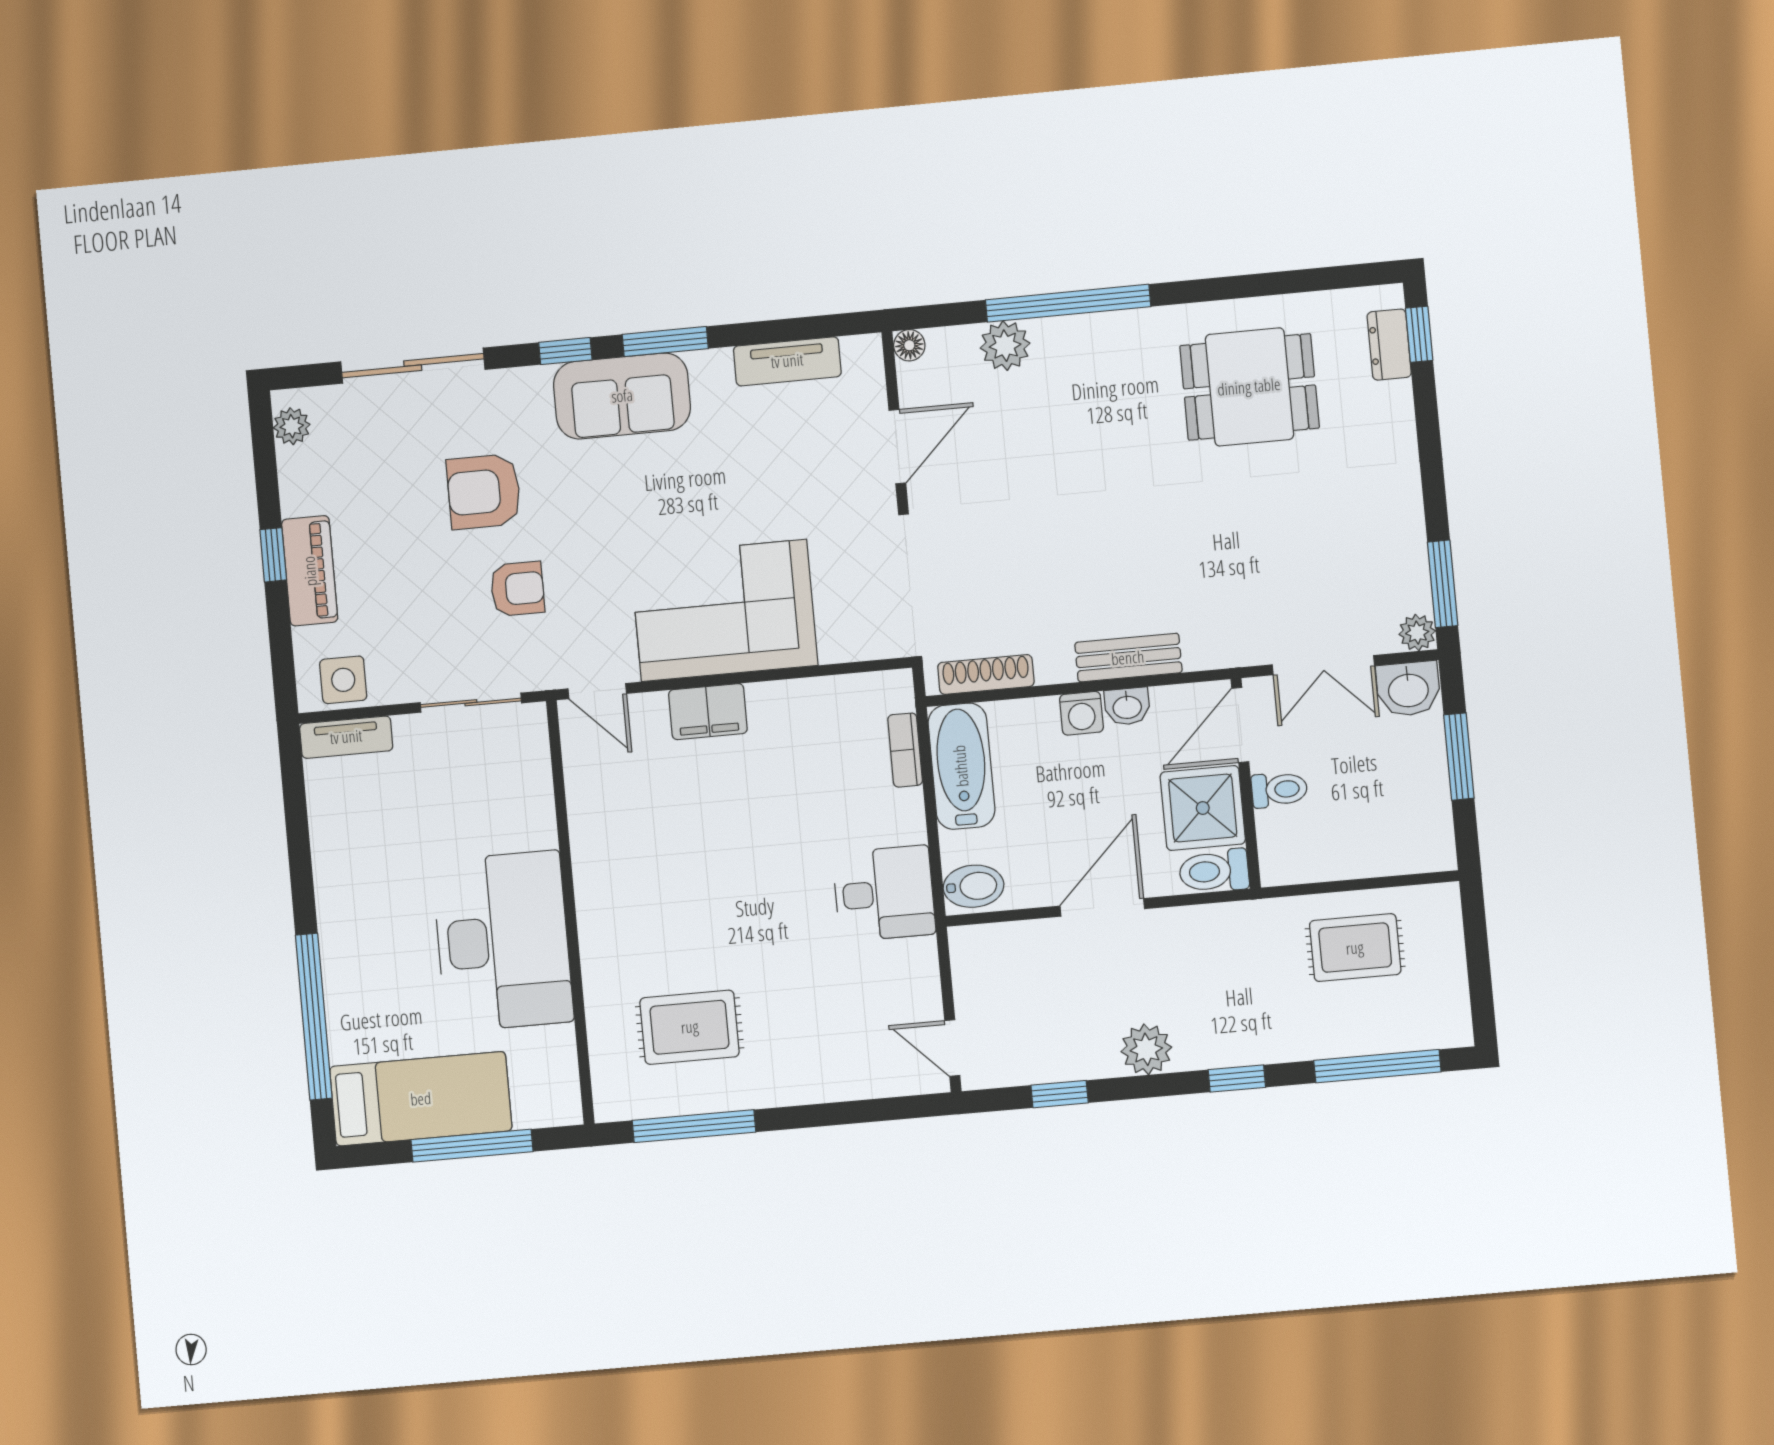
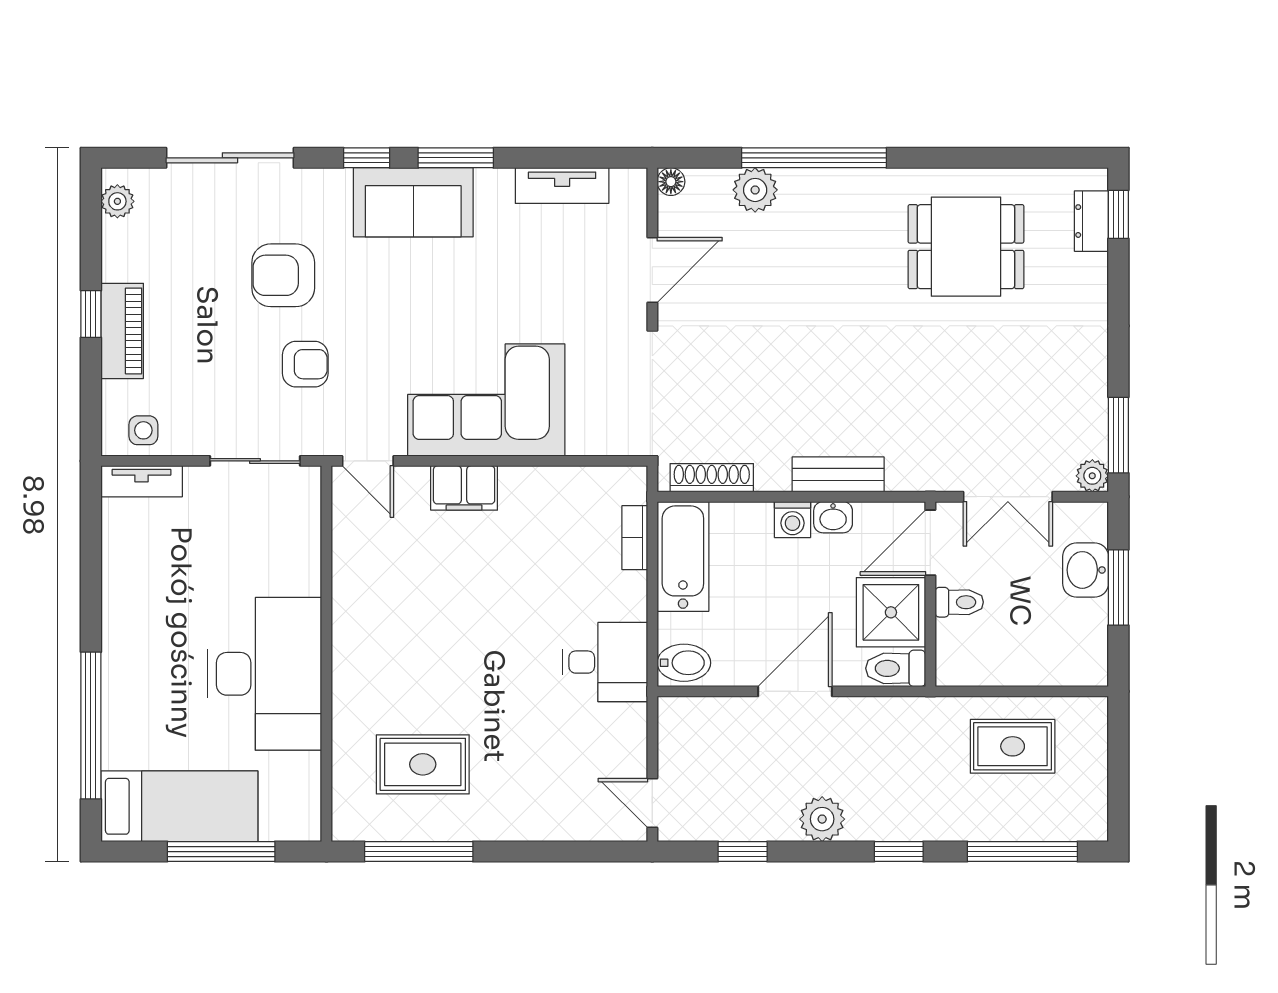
side table: (343, 680) -> (143, 430), width x0.73, depth x0.73
washbasin: (1408, 689) -> (1086, 570), moved, turned 90

